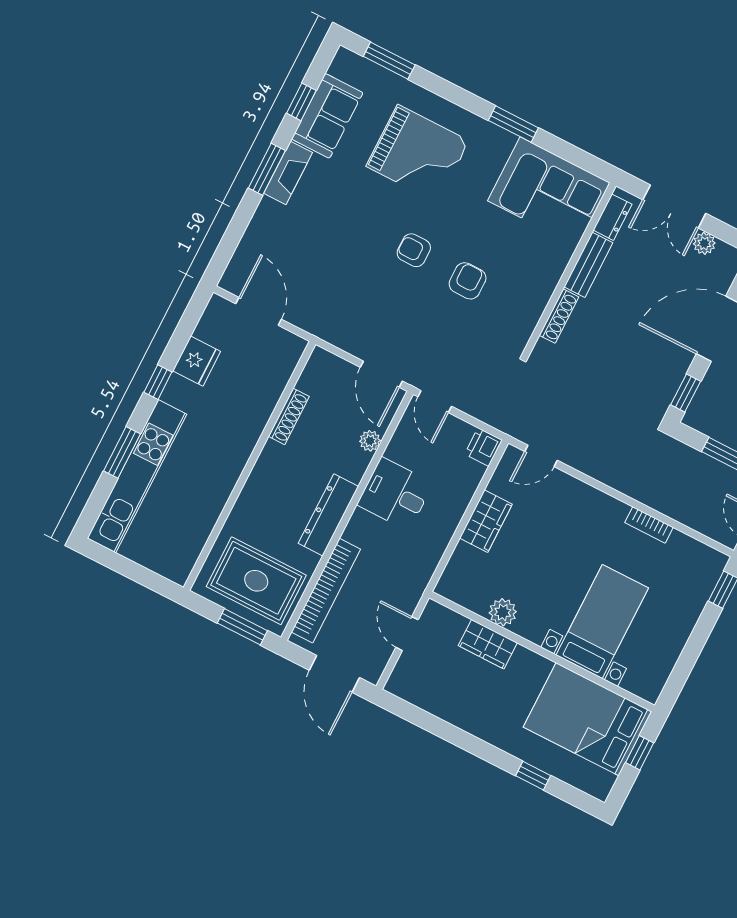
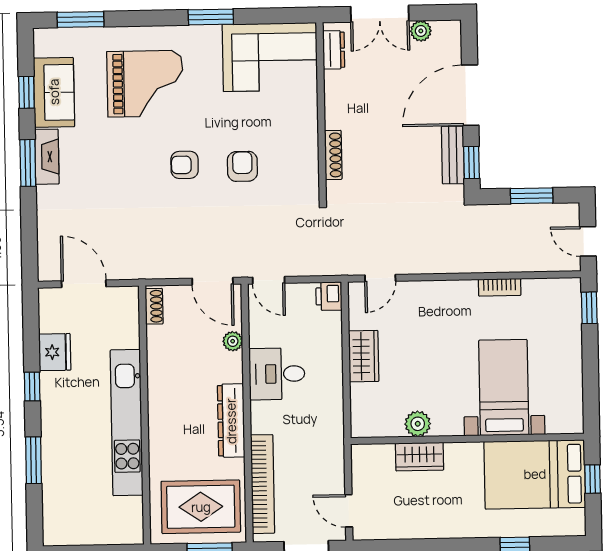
bench: (588, 265) -> (453, 155), moved
shoe rack: (289, 416) -> (154, 306), moved, width x0.70
kitchen unit: (137, 476) -> (127, 423), moved, turned 180
door: (407, 634) -> (349, 511), moved

